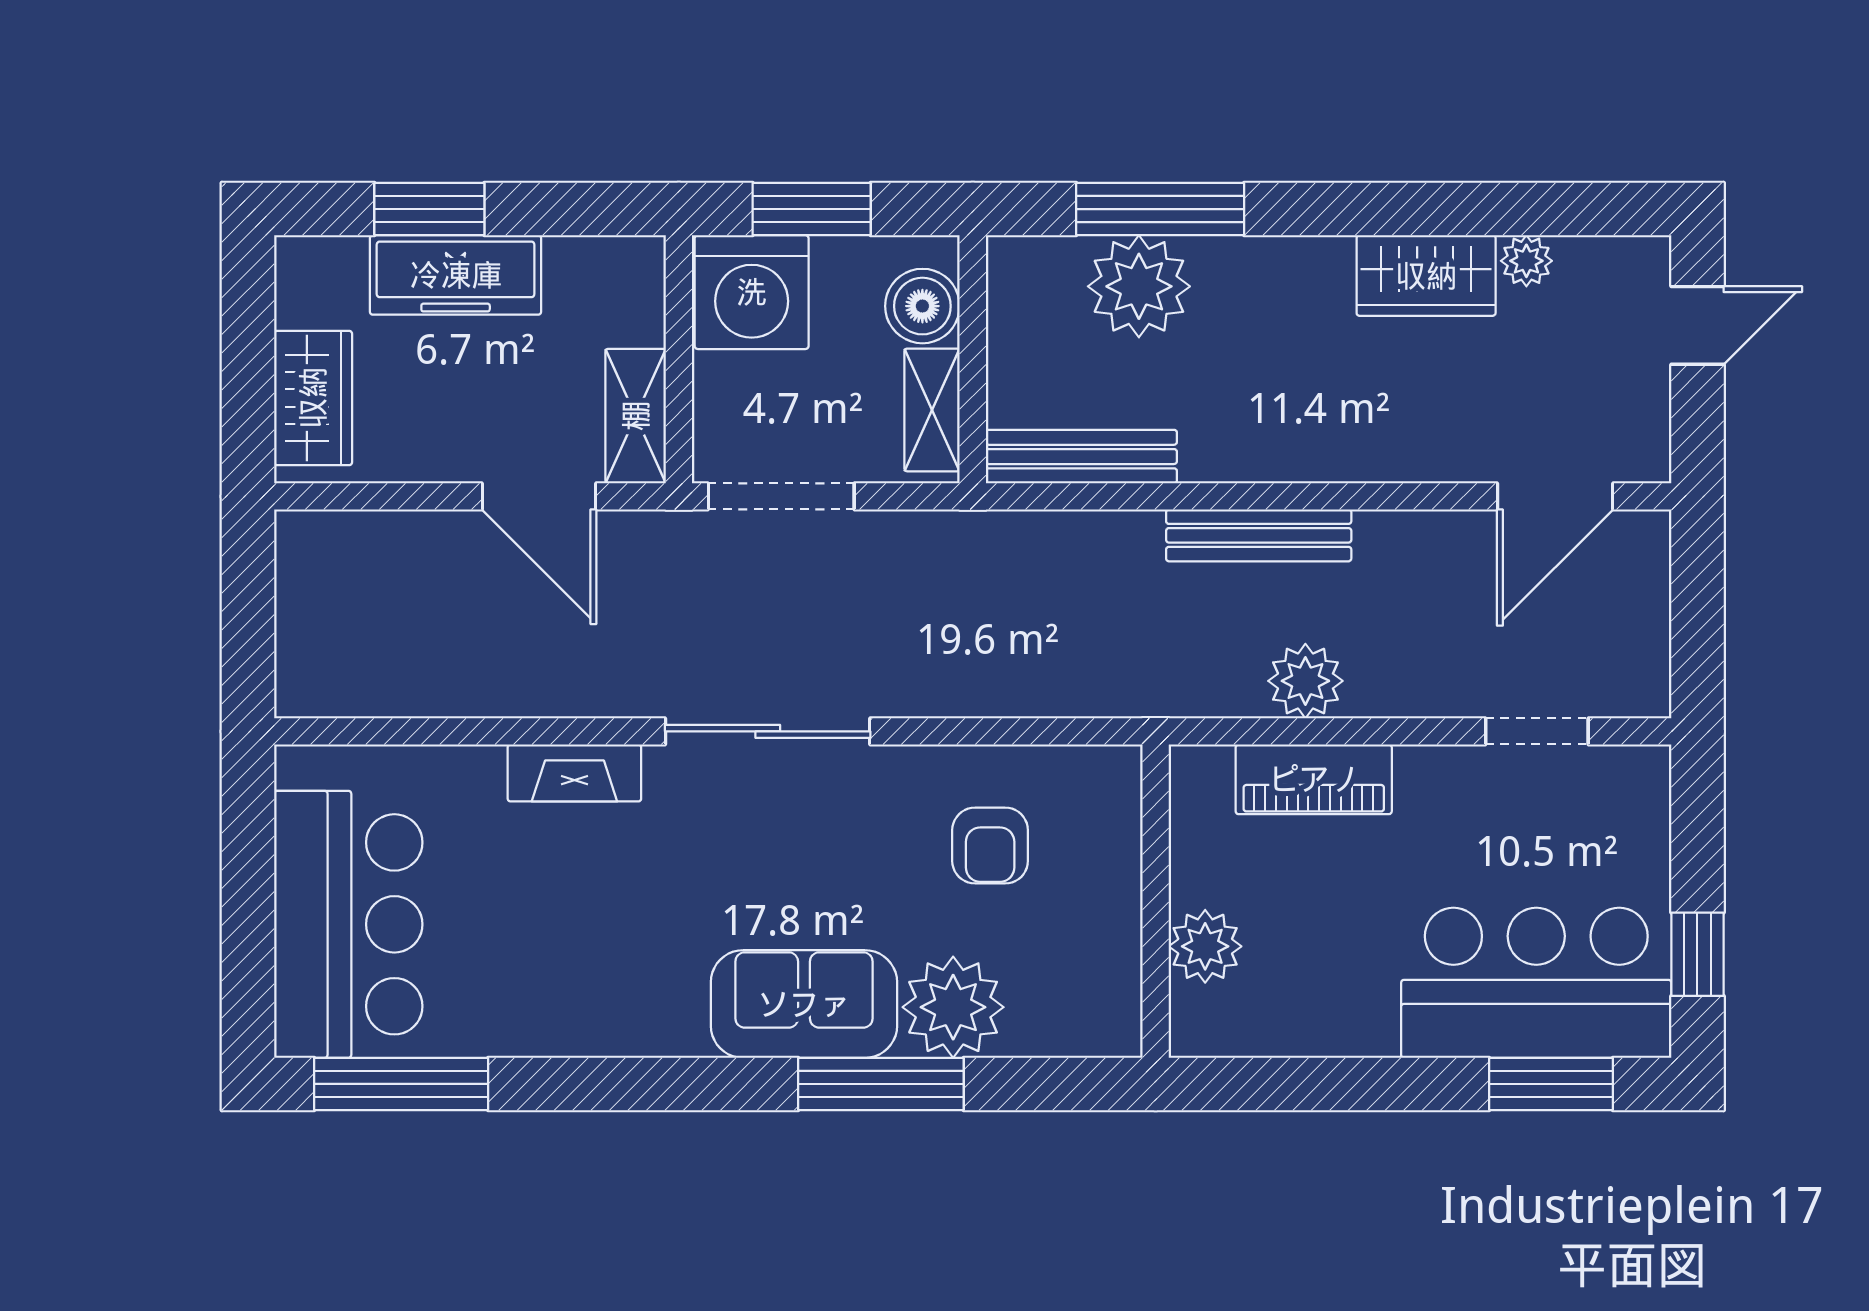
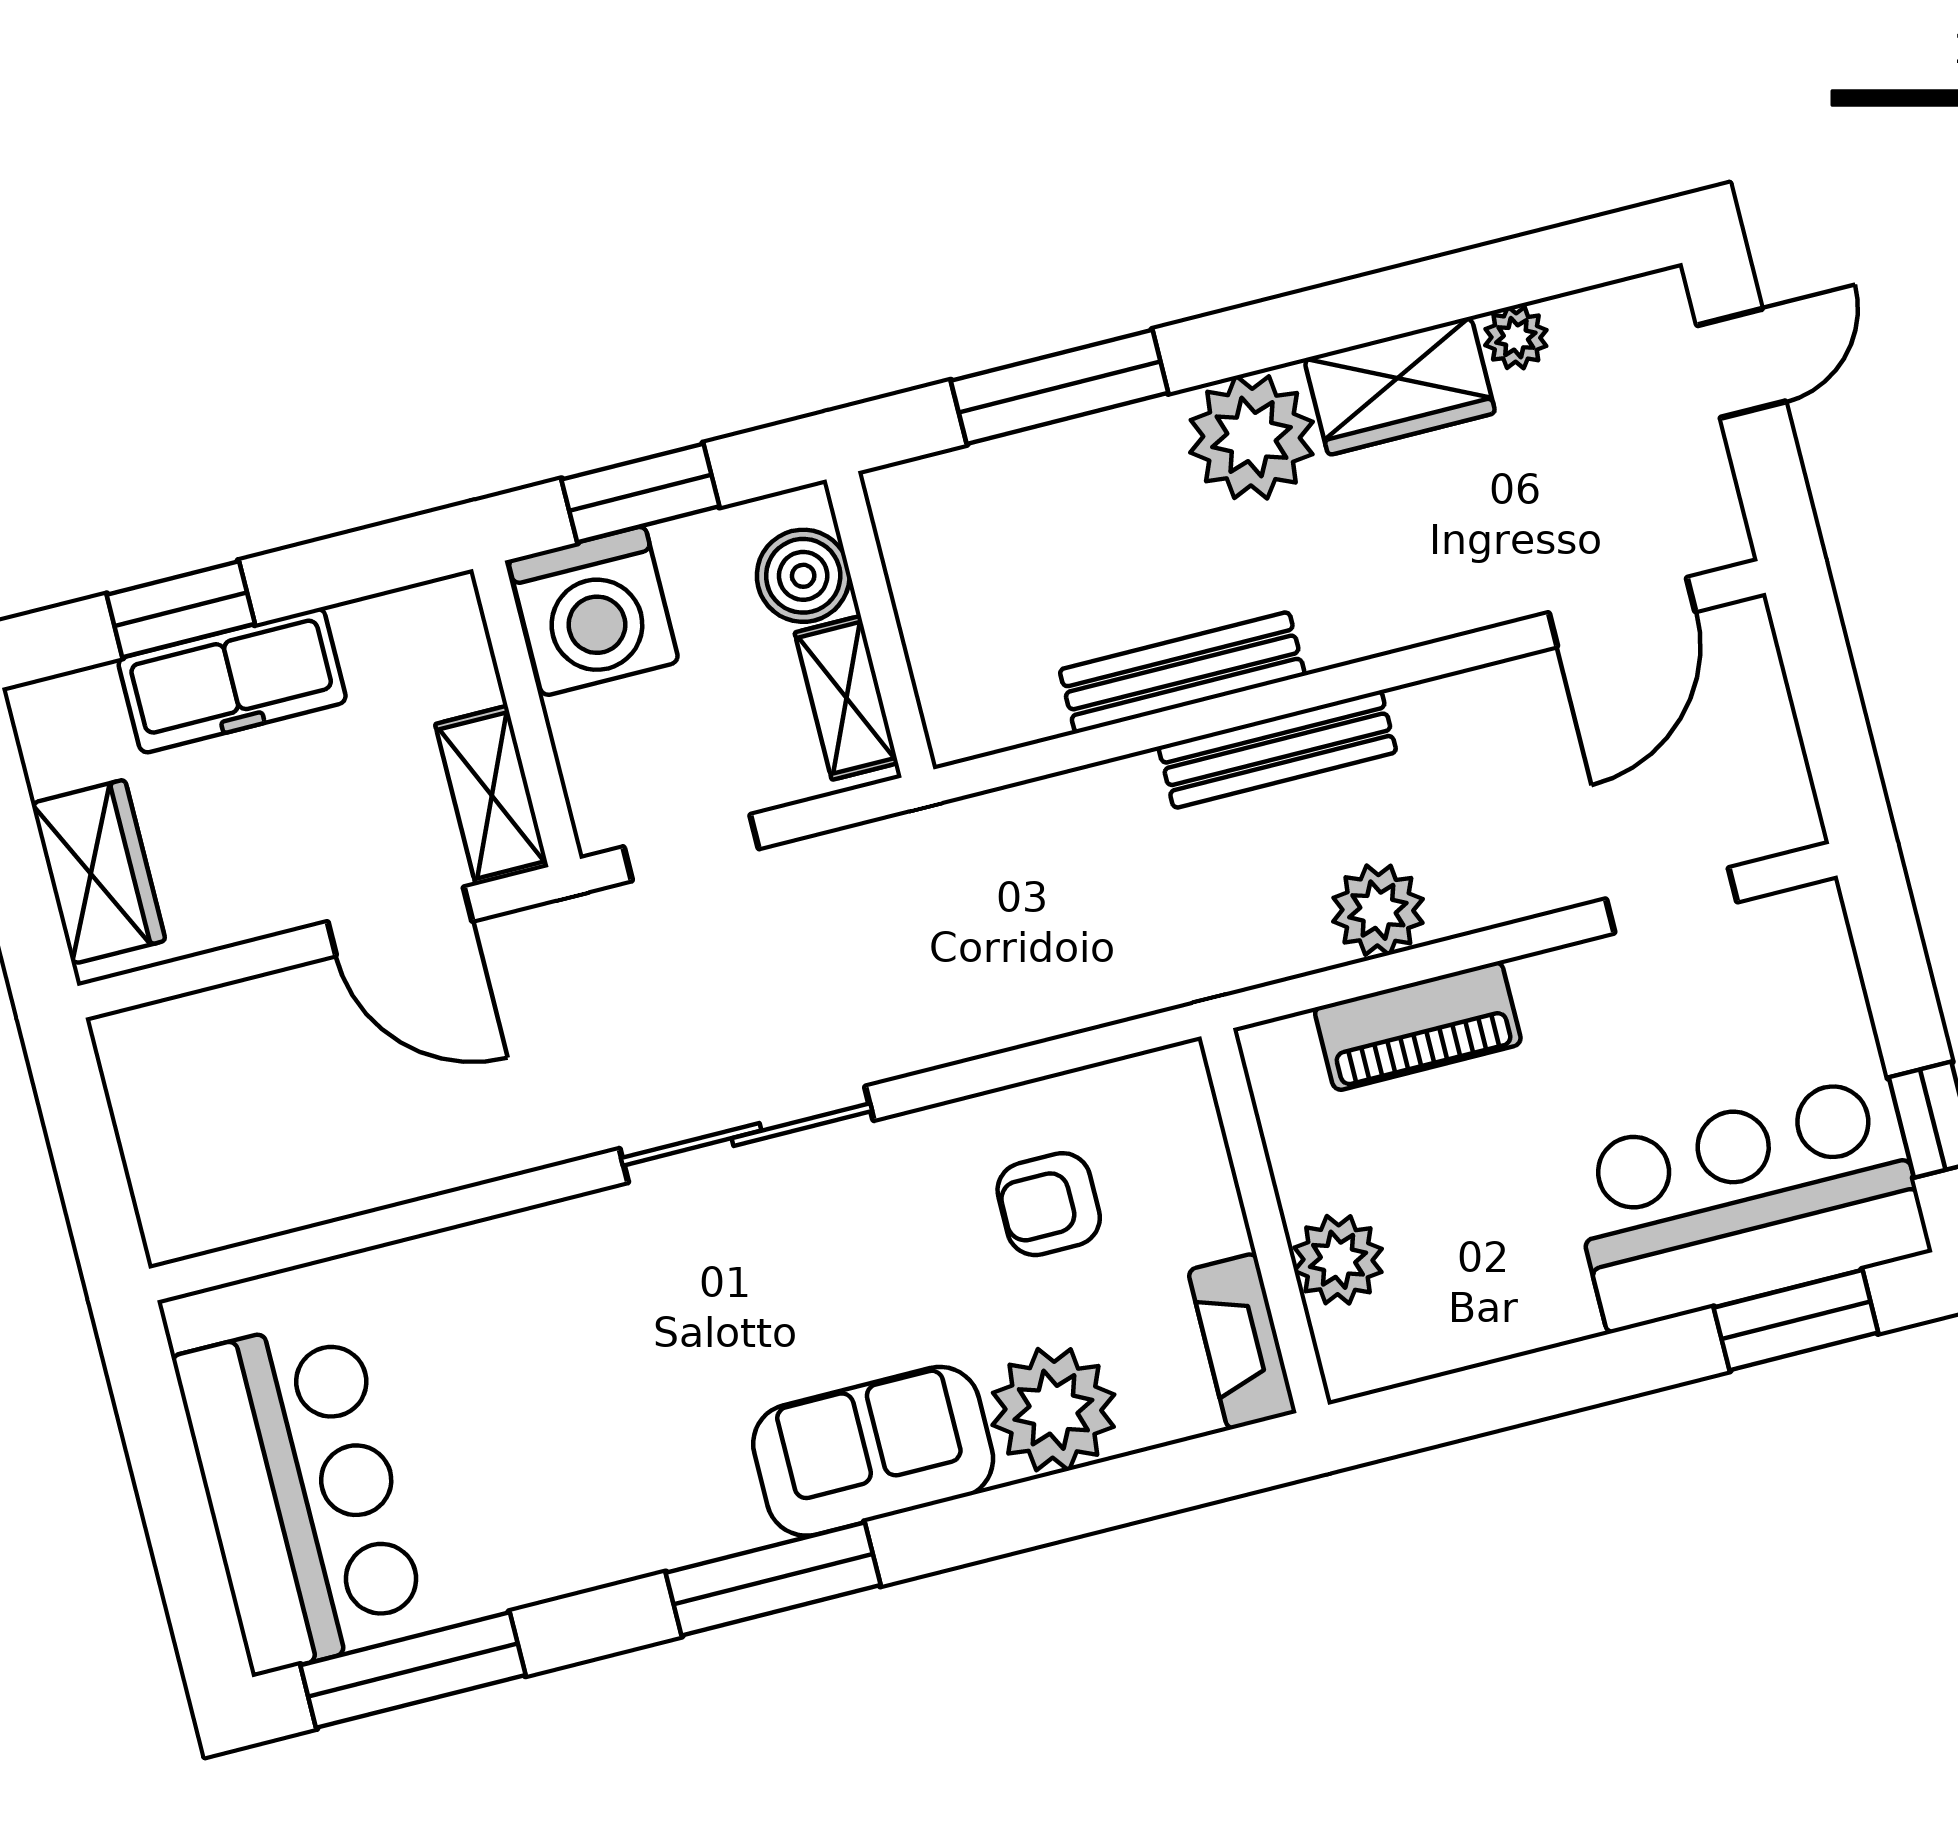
plant: (1139, 286) -> (1252, 437), moved
bench: (1081, 457) -> (1182, 672), moved
doorway: (781, 496) -> (691, 848), width x0.73
fireplace: (574, 773) -> (1242, 1341), moved, turned 90
armchair: (990, 846) -> (1049, 1204), turned 90
window: (881, 1084) -> (773, 1579), moved

